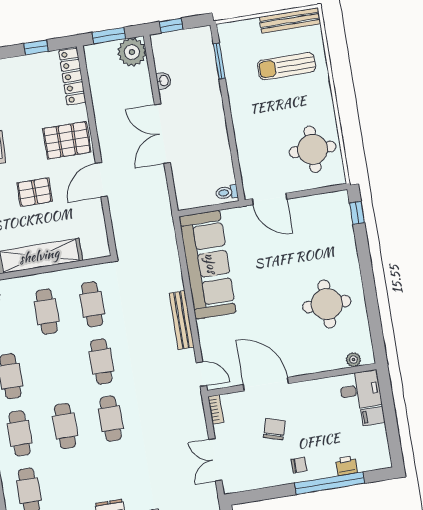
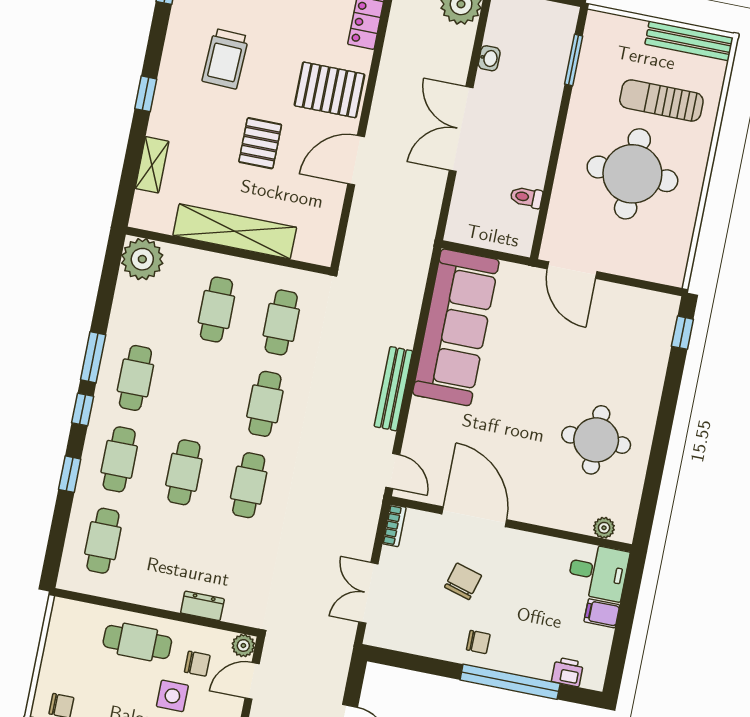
round table: (313, 149) -> (632, 174), moved, width x1.36, depth x1.36
pallet: (35, 192) -> (260, 143), turned 90
toilet: (227, 192) -> (526, 197), moved
printer: (346, 466) -> (567, 672), moved

